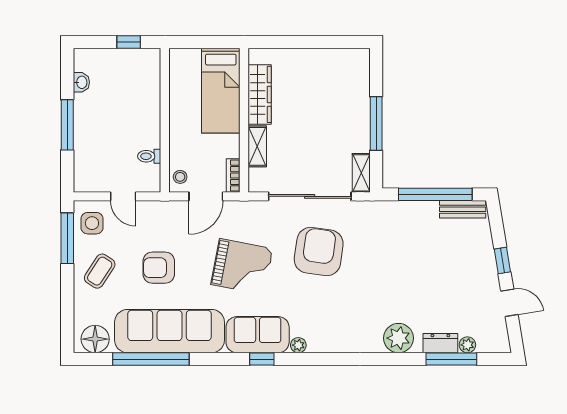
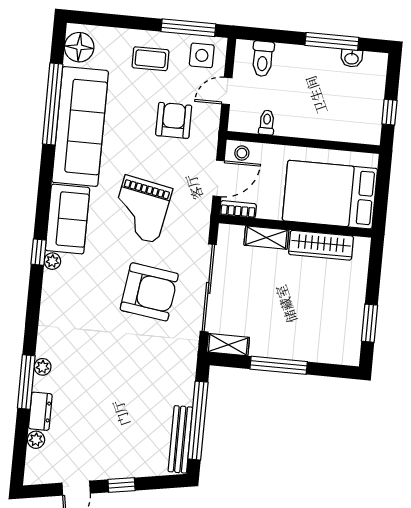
window: (328, 42) -> (369, 323), added
bed: (221, 91) -> (330, 195), width x1.50
window: (67, 125) -> (332, 41), moved
toilet: (90, 166) -> (263, 59), added
door: (206, 196) -> (219, 178), swing flipped
bench: (463, 209) -> (180, 439), width x1.36
armchair: (159, 268) -> (174, 120), moved
coffee table: (100, 271) -> (150, 59), turned -33
plant: (399, 338) -> (43, 367), width x0.53, depth x0.53
window: (262, 359) -> (39, 252), moved
window: (451, 359) -> (26, 382), moved

